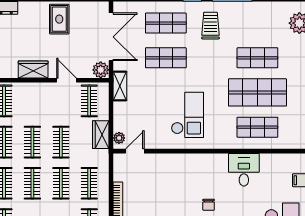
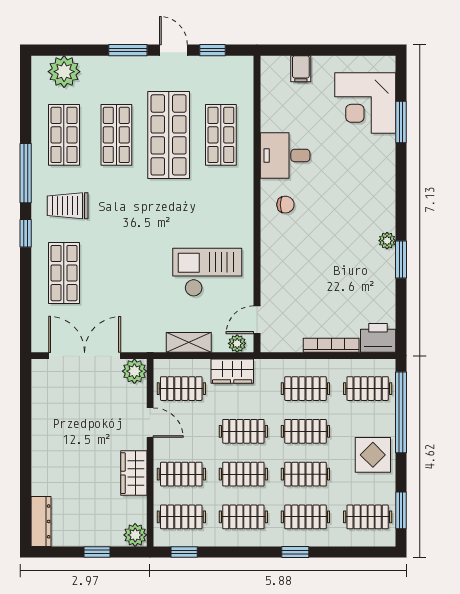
rug: (59, 19) -> (58, 434), removed
shop shelf: (166, 58) -> (64, 135), moved
door: (67, 80) -> (150, 423), swing flipped
shelving: (120, 86) -> (189, 342), moved
clothes rail: (32, 101) -> (181, 474), added
checkout: (187, 115) -> (207, 272), moved
door: (135, 151) -> (257, 320), hinge flipped
chair: (209, 205) -> (285, 205), moved

